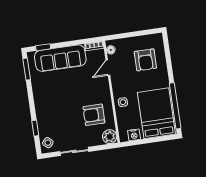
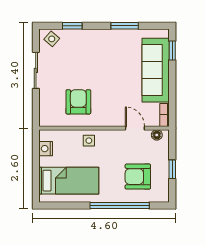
window: (136, 34) -> (172, 169), added
window: (27, 69) -> (125, 26), moved
window: (175, 106) -> (120, 206), moved
bed: (156, 113) -> (69, 181), width x0.67
plant: (110, 137) -> (48, 118), removed

